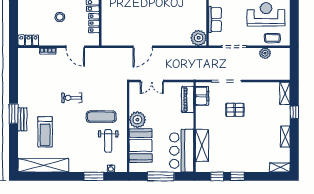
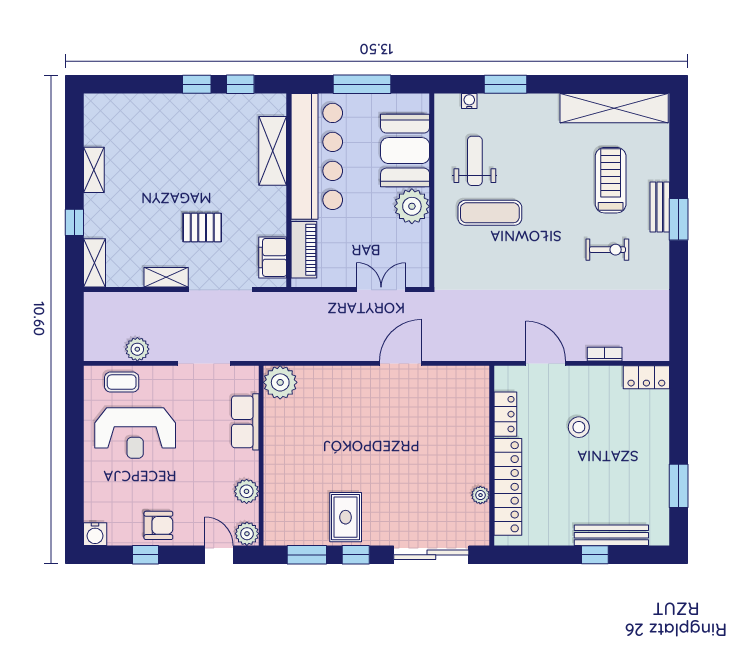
exercise bike: (72, 98) -> (607, 250), moved
bar counter: (182, 151) -> (317, 156), width x1.36
shelving: (280, 167) -> (166, 277), moved

